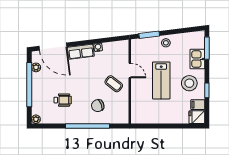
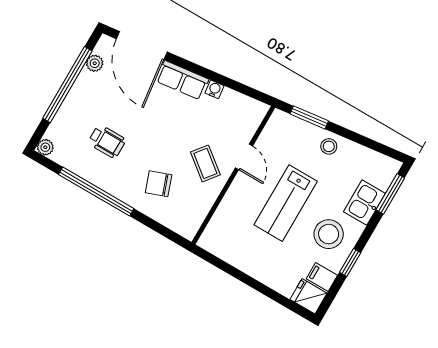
window: (87, 126) -> (96, 192), moved

